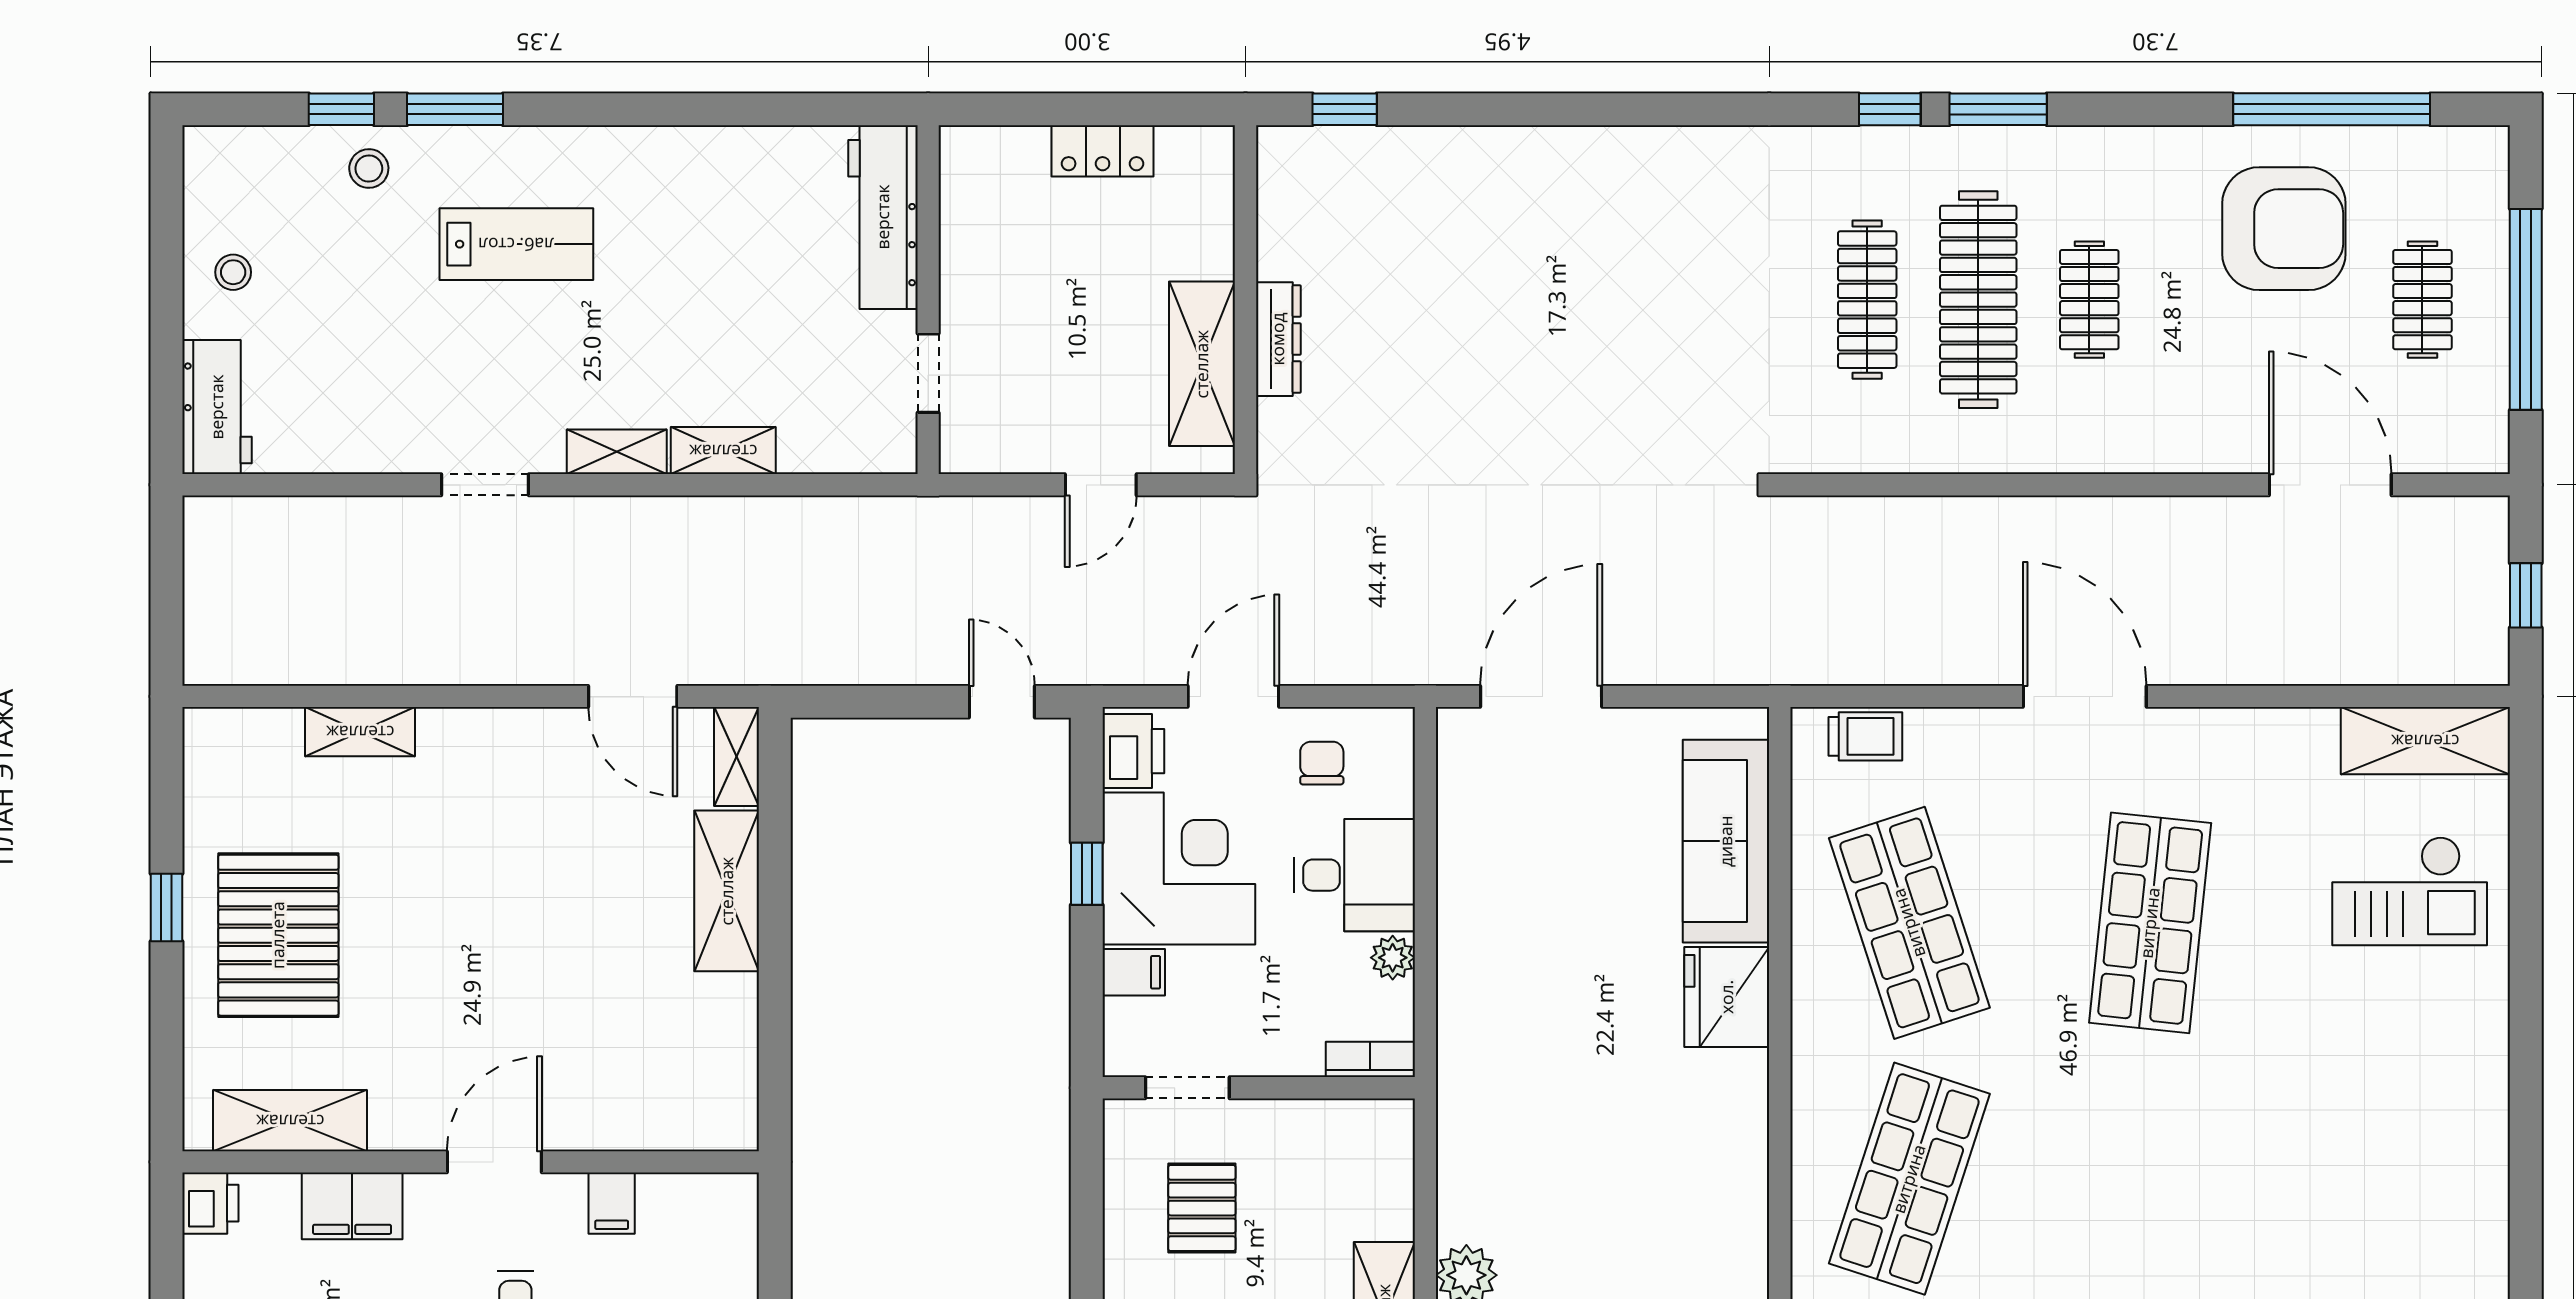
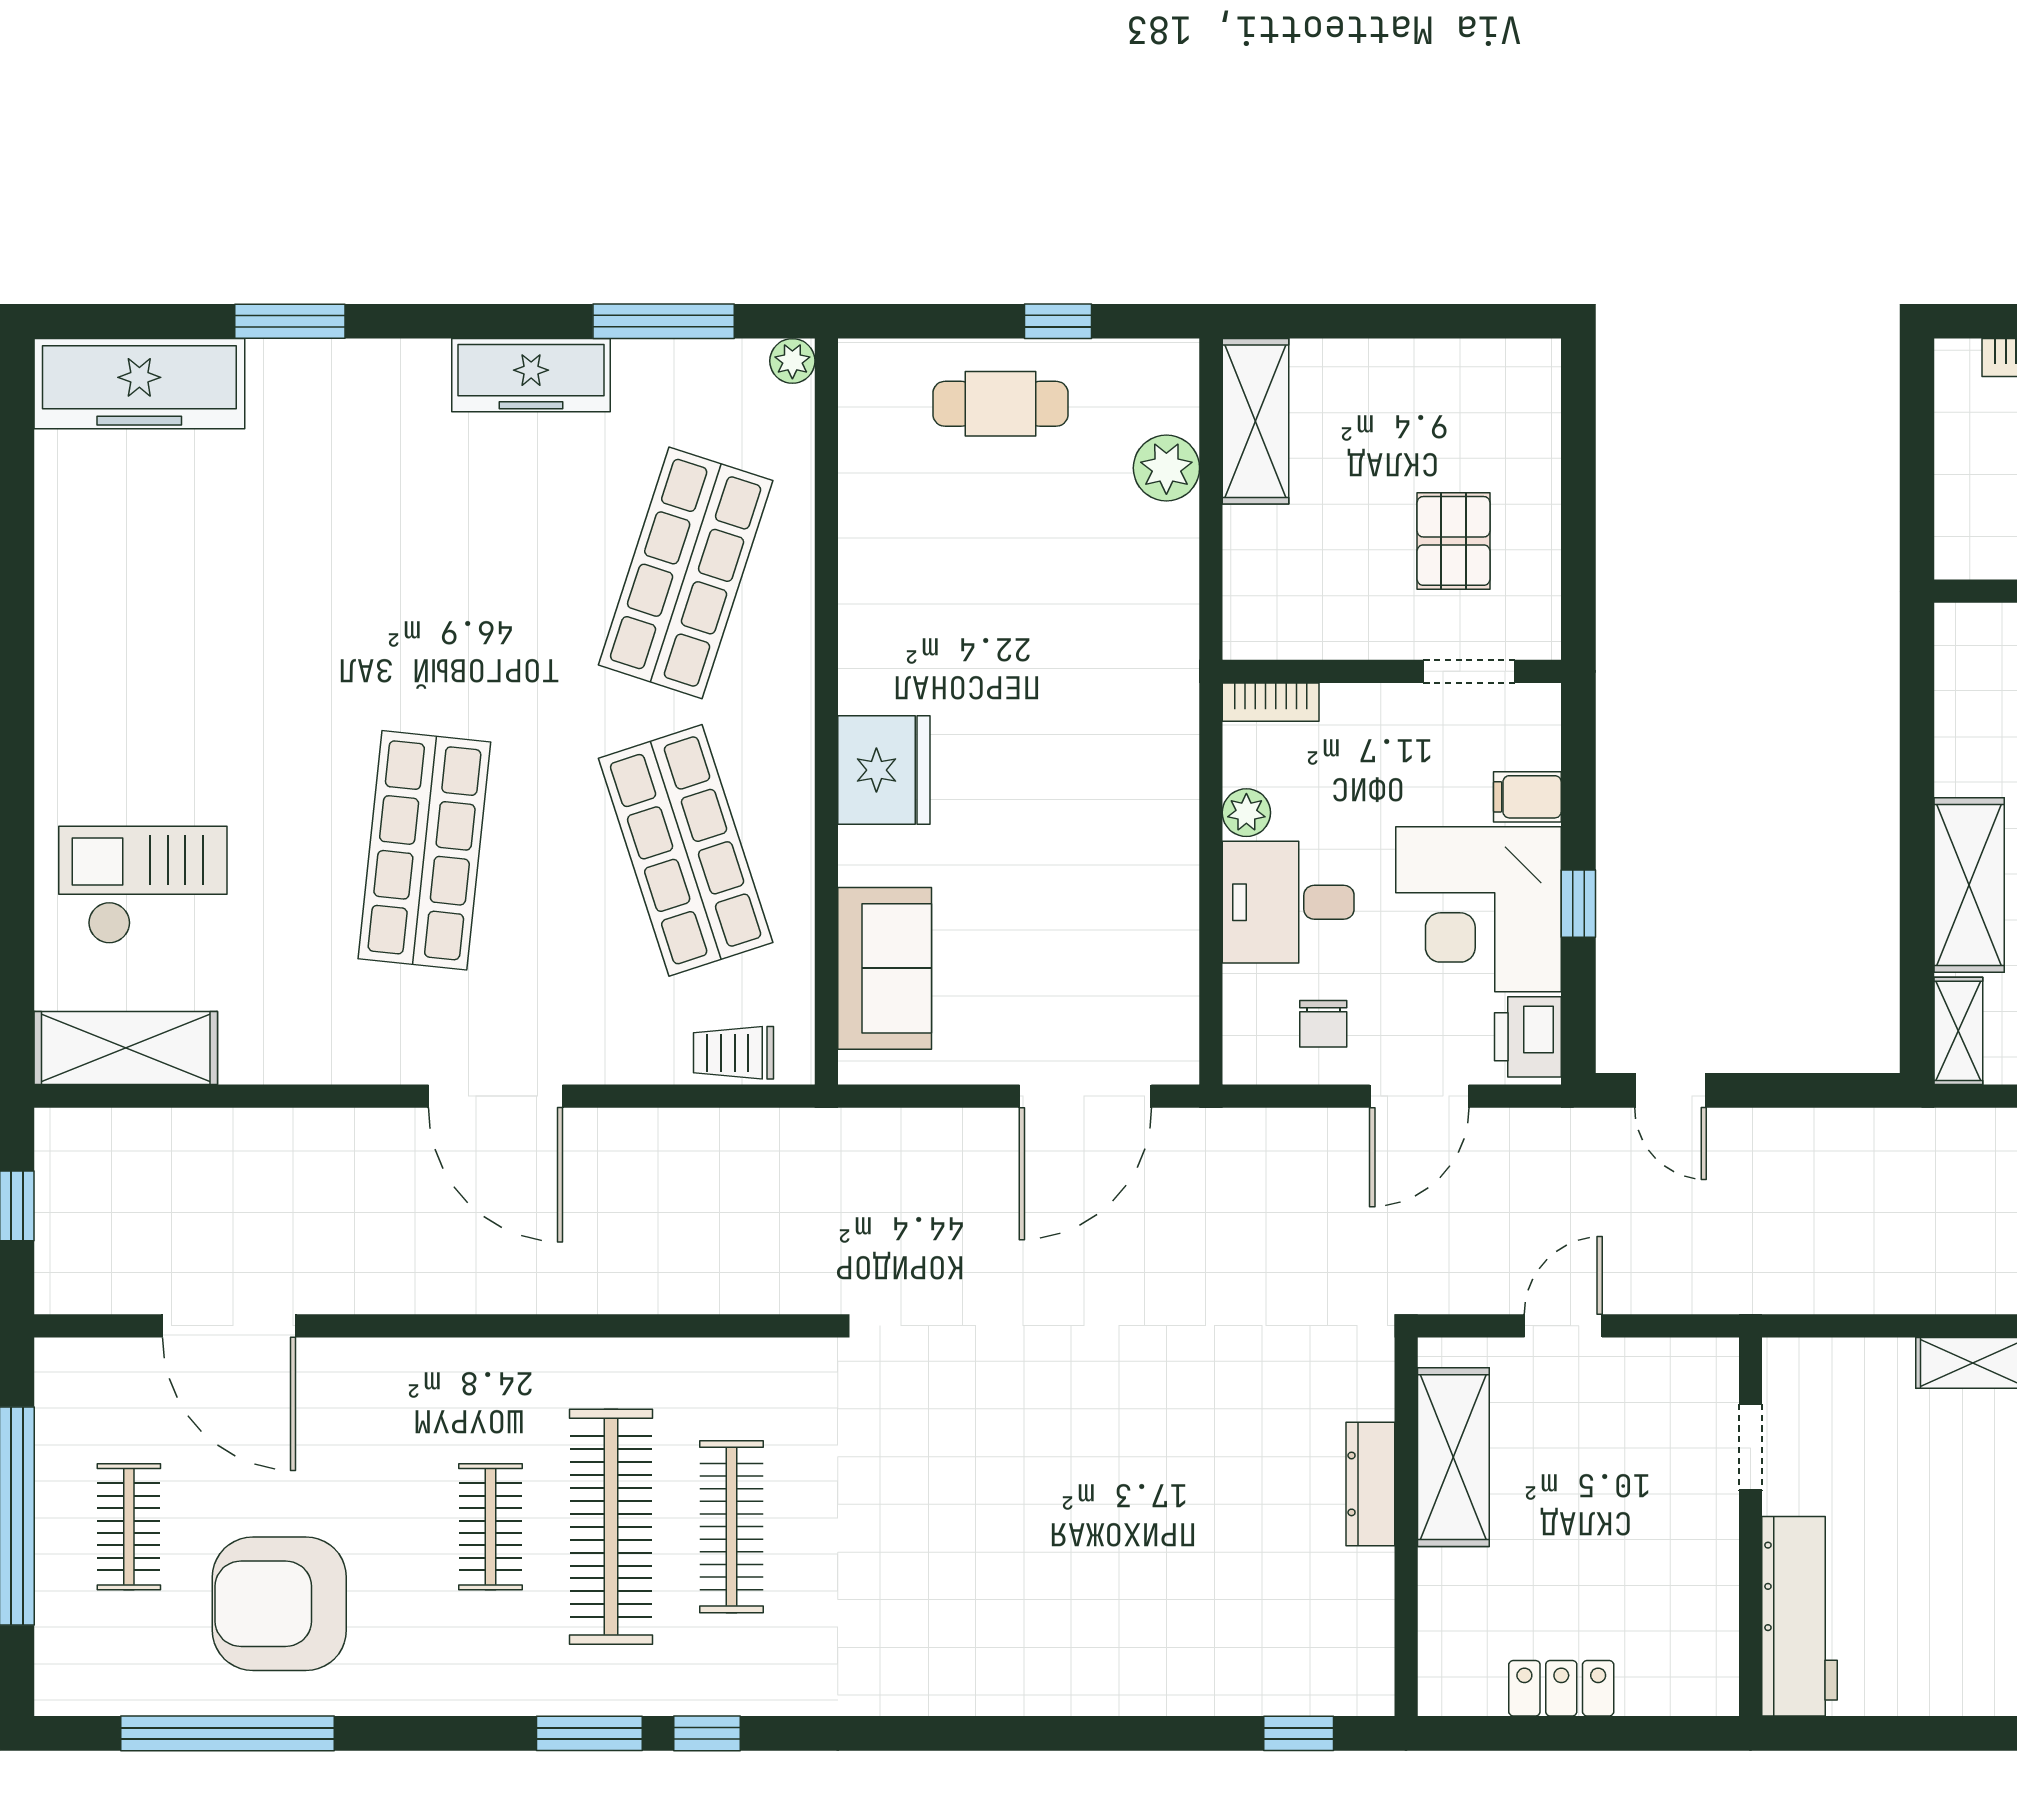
sofa: (1726, 841) -> (885, 968), width x0.73

